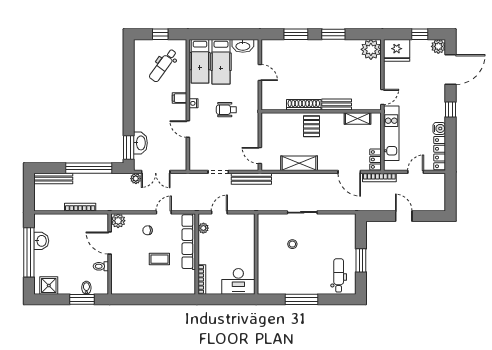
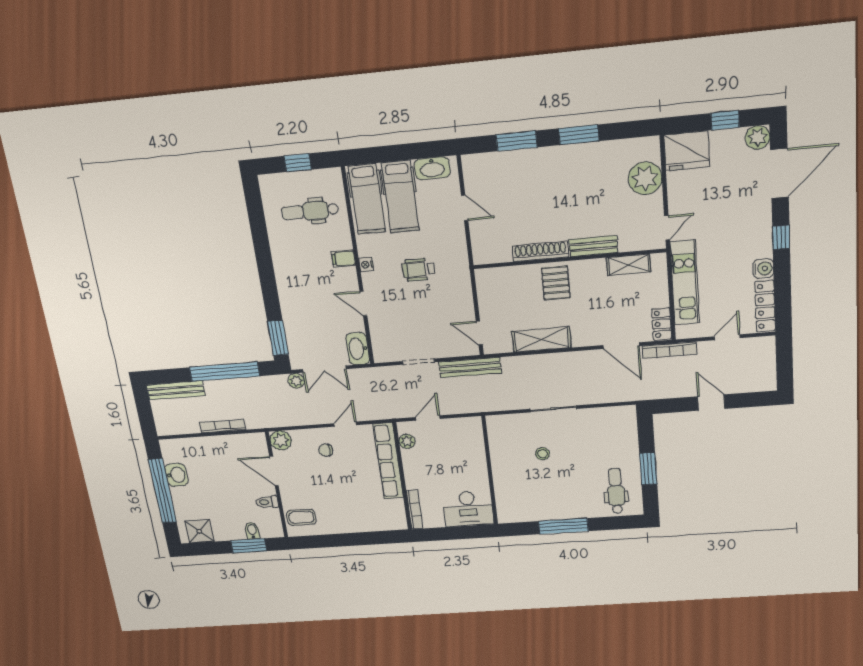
plant: (371, 49) -> (645, 178), moved
dental chair: (163, 65) -> (310, 211), turned 54
washbasin: (140, 143) -> (358, 349), moved, turned 180
coffee table: (159, 259) -> (301, 517), moved

